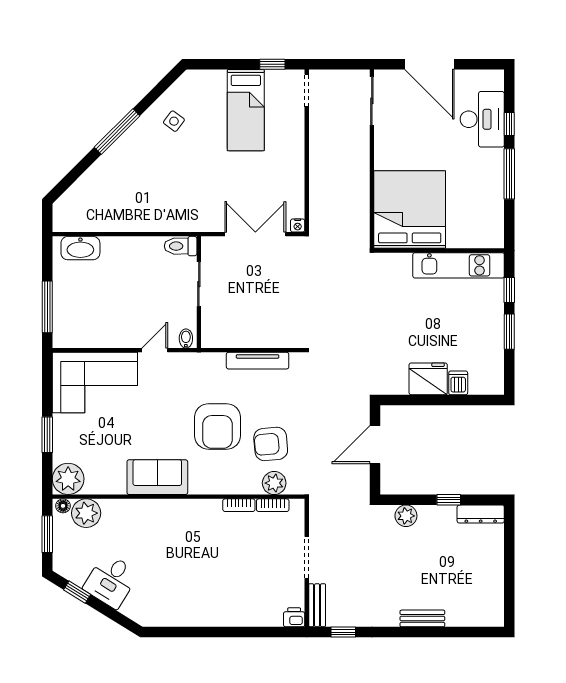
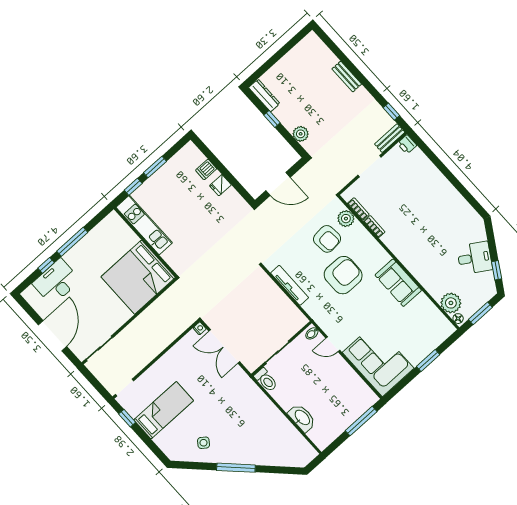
washbasin: (80, 248) -> (302, 418), moved
fridge: (428, 379) -> (220, 185), width x0.53, depth x0.75
plant: (68, 479) -> (441, 329), removed

